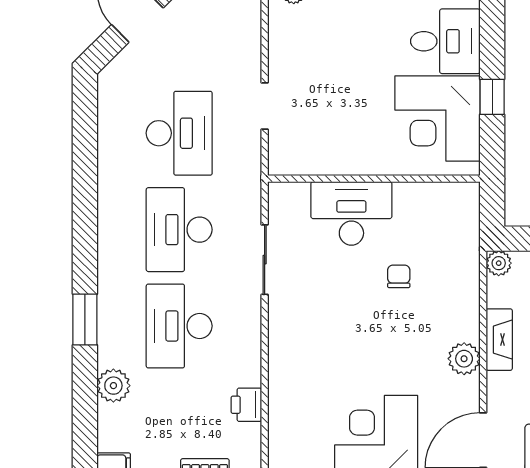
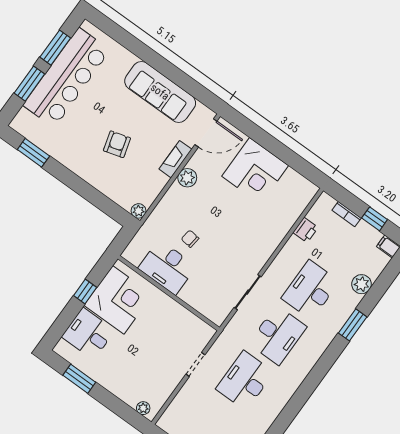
desk: (351, 213) -> (167, 267), moved
chair: (399, 276) -> (190, 239), turned 97
desk: (179, 326) -> (310, 290), turned 180
fireplace: (499, 340) -> (175, 159), moved

